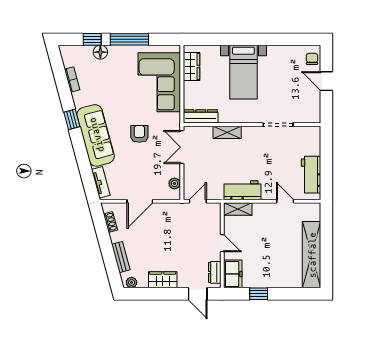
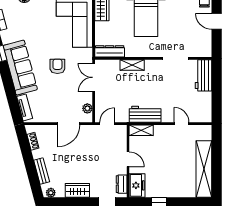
workbench: (311, 175) -> (204, 75), moved
door: (140, 201) -> (69, 124), moved

